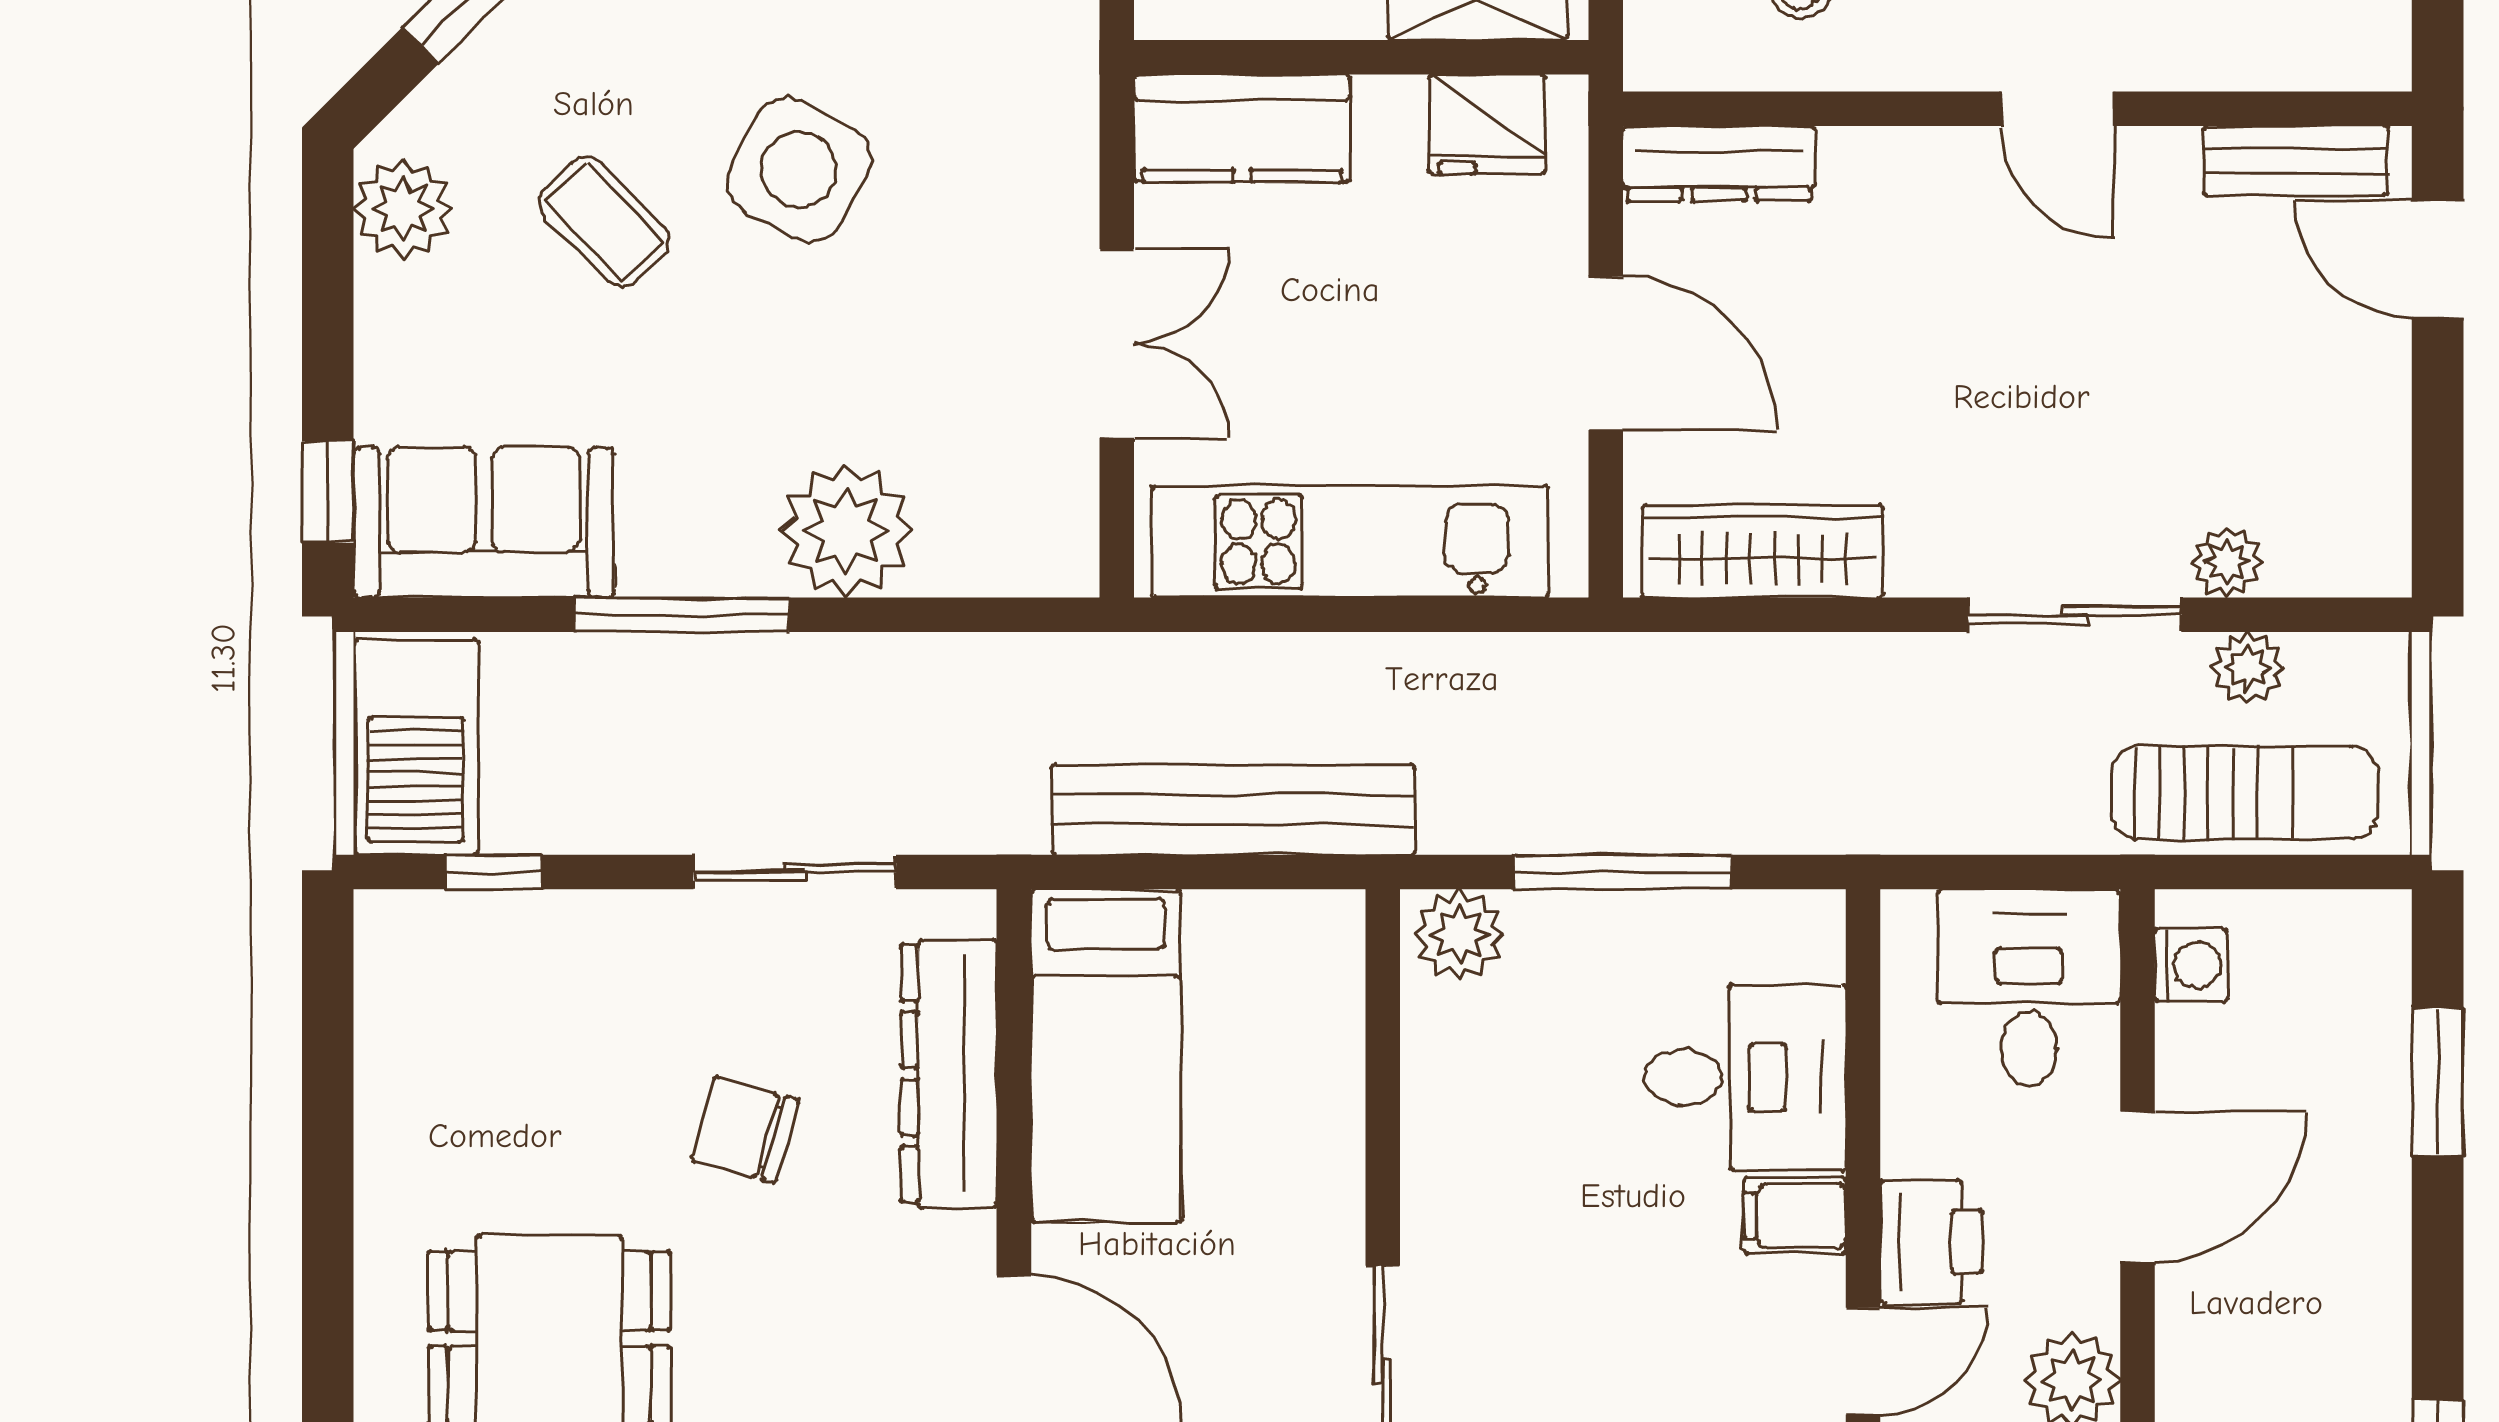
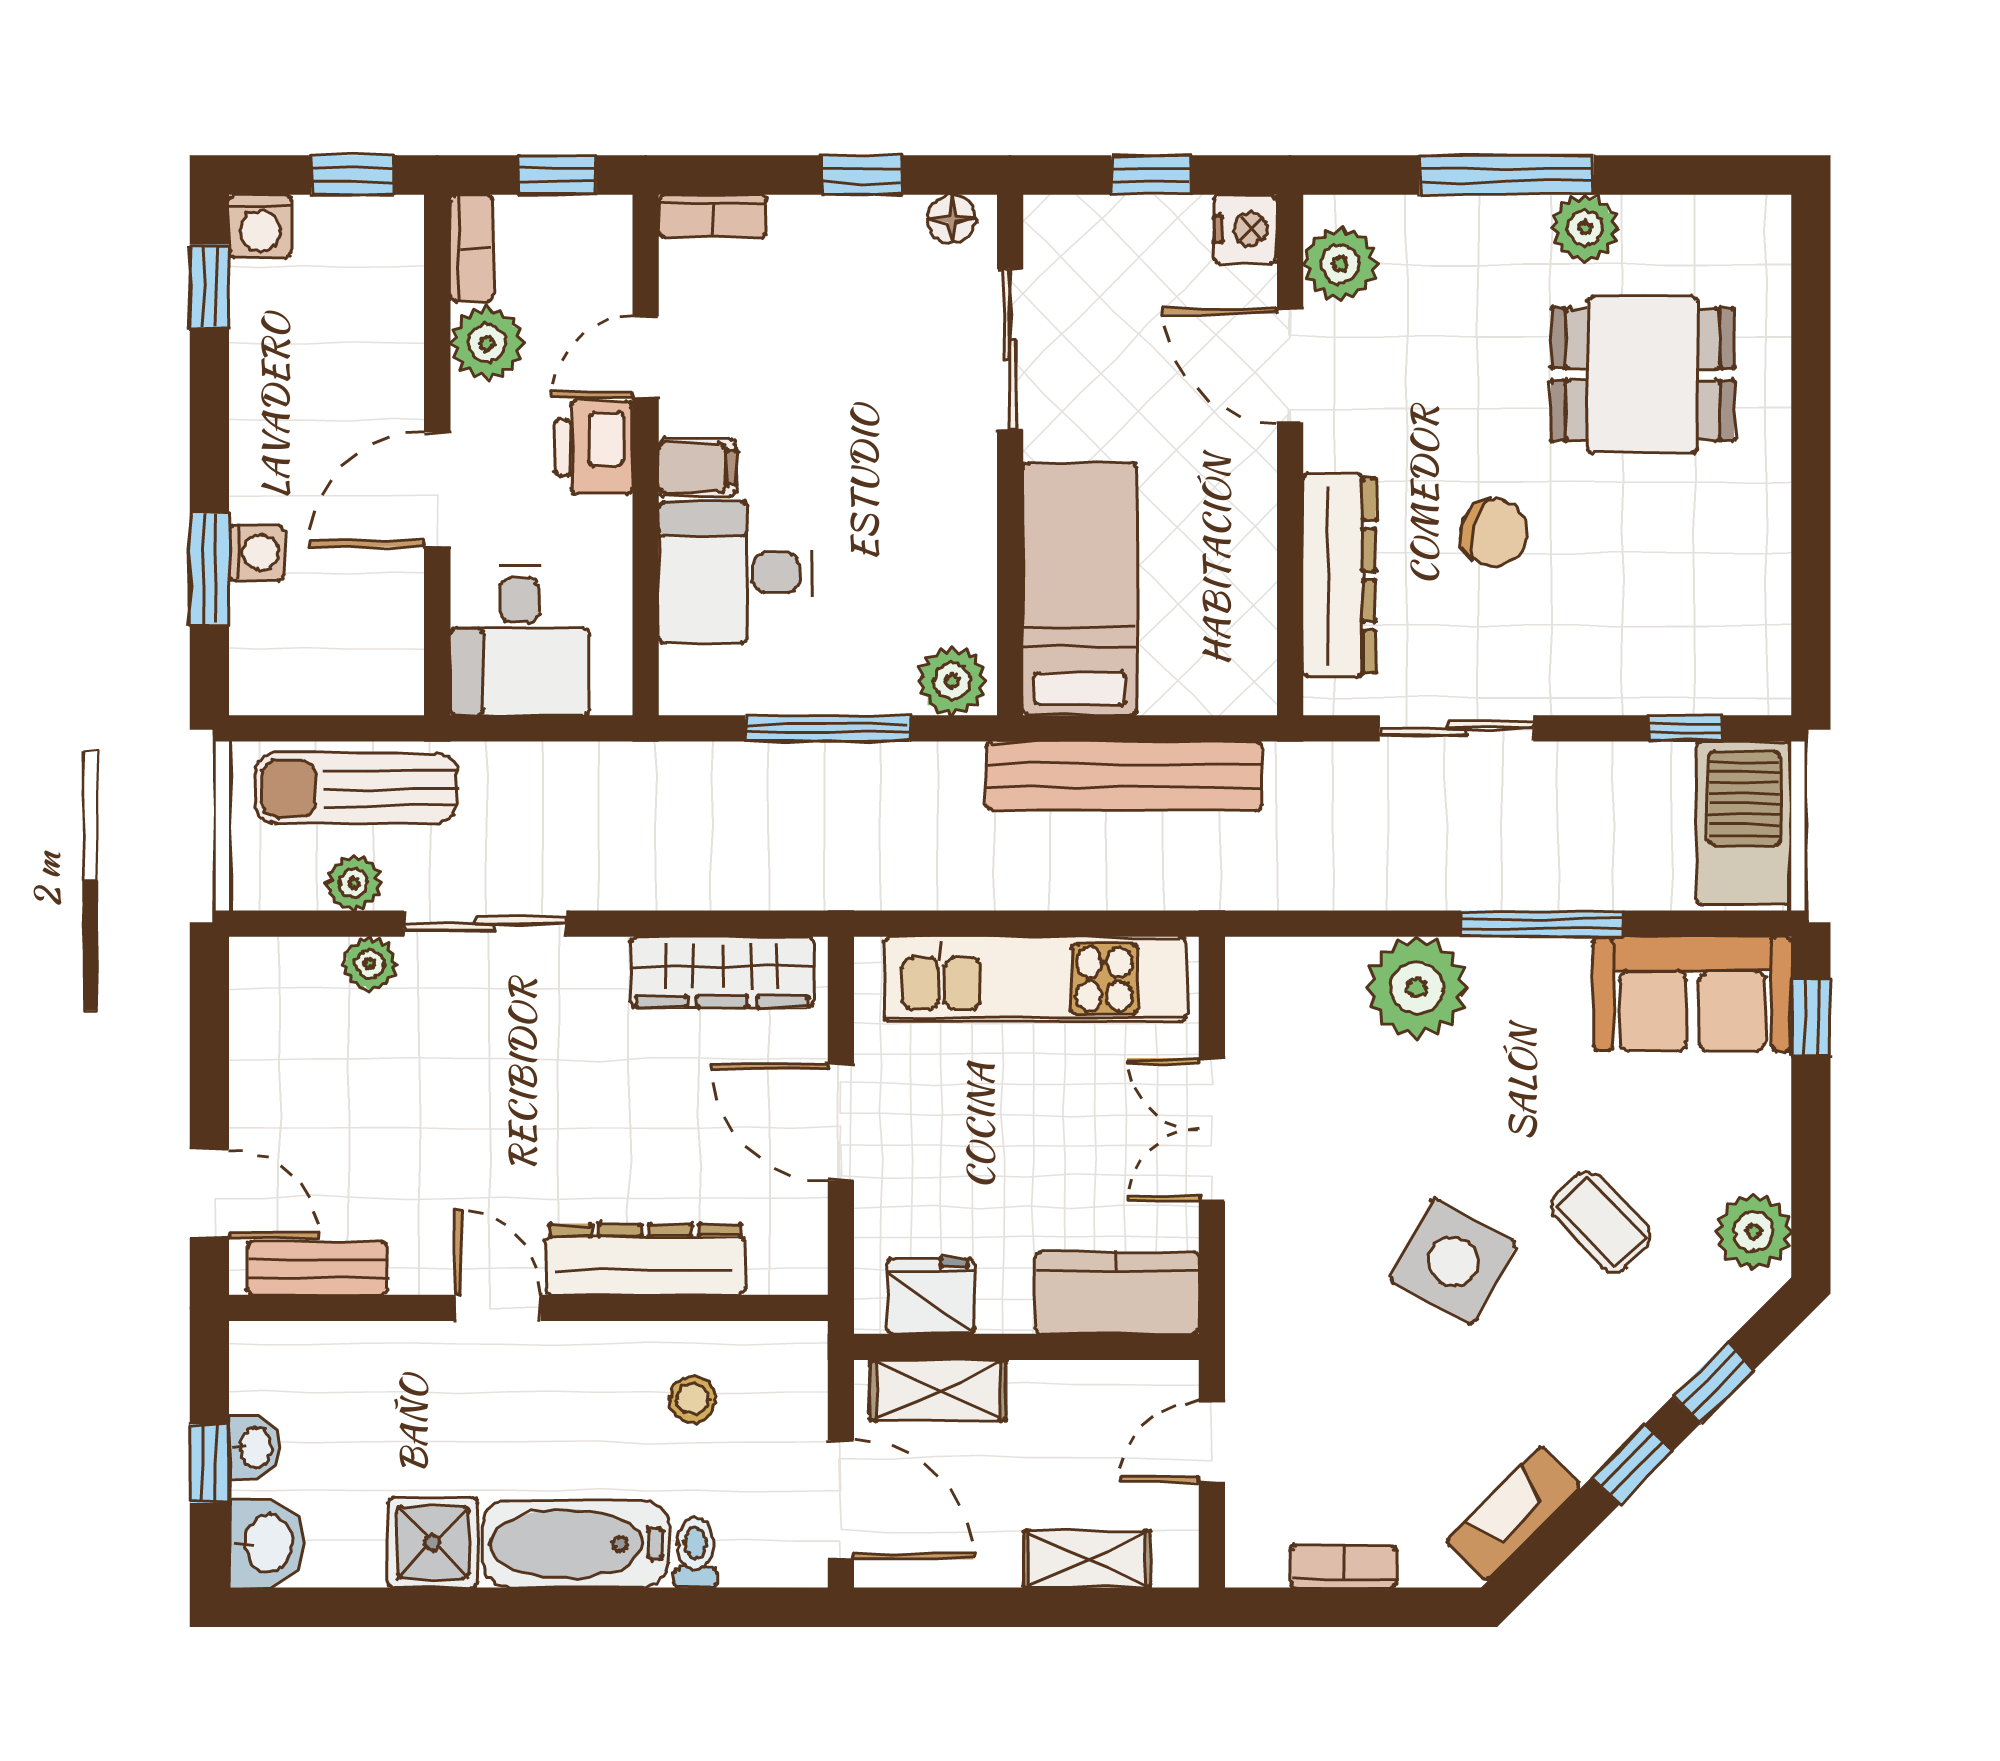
dresser: (1719, 164) -> (645, 1259), moved, width x1.37, depth x1.24
washing machine: (2191, 965) -> (257, 553), moved, turned 180
bed: (1106, 1056) -> (1080, 589), moved

